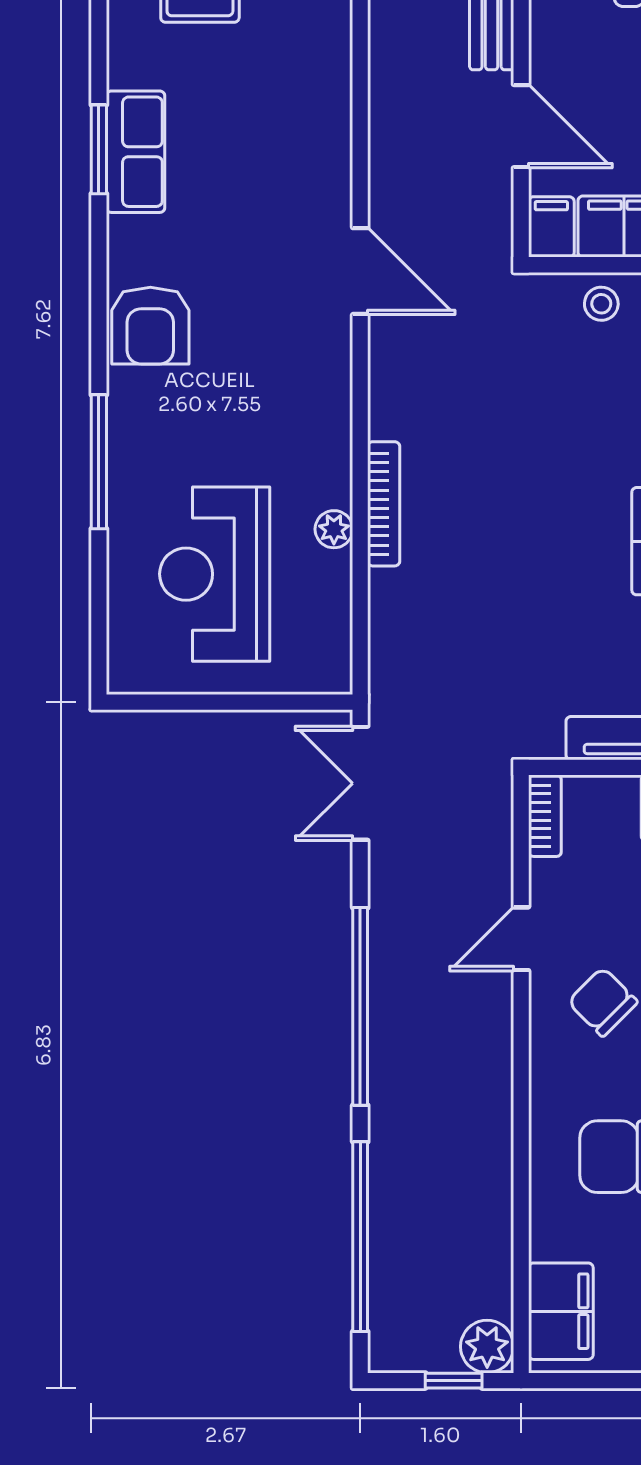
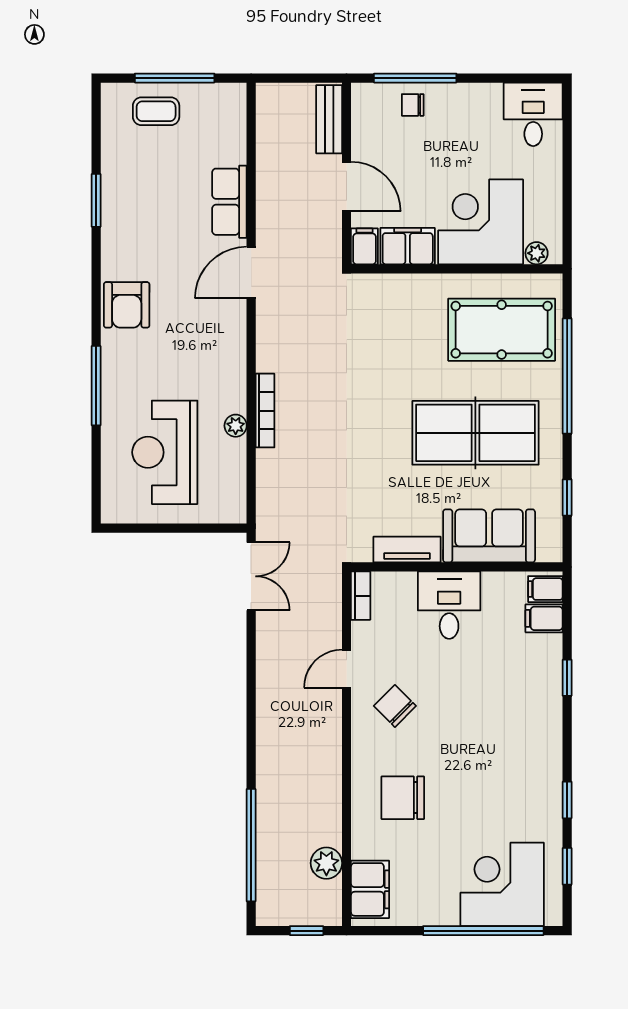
row of seats: (135, 152) -> (229, 202), moved, turned 180
door: (360, 271) -> (251, 273), swing flipped
stool: (601, 304) -> (394, 292), removed
double door: (360, 783) -> (251, 576), swing flipped
window: (360, 1006) -> (251, 709), removed
plant: (487, 1347) -> (326, 863), moved

